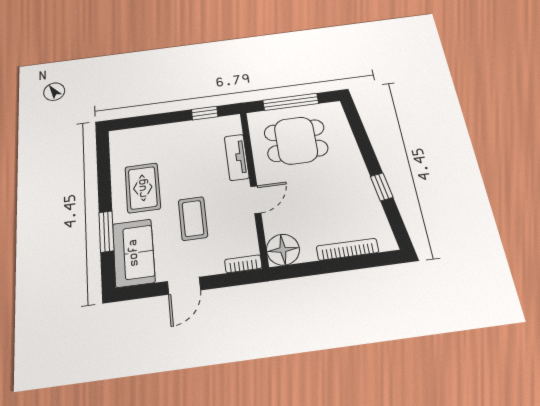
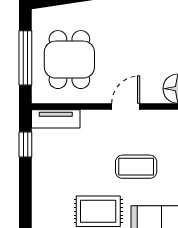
tv unit: (237, 157) -> (56, 119), moved
door: (256, 200) -> (126, 107), hinge flipped

